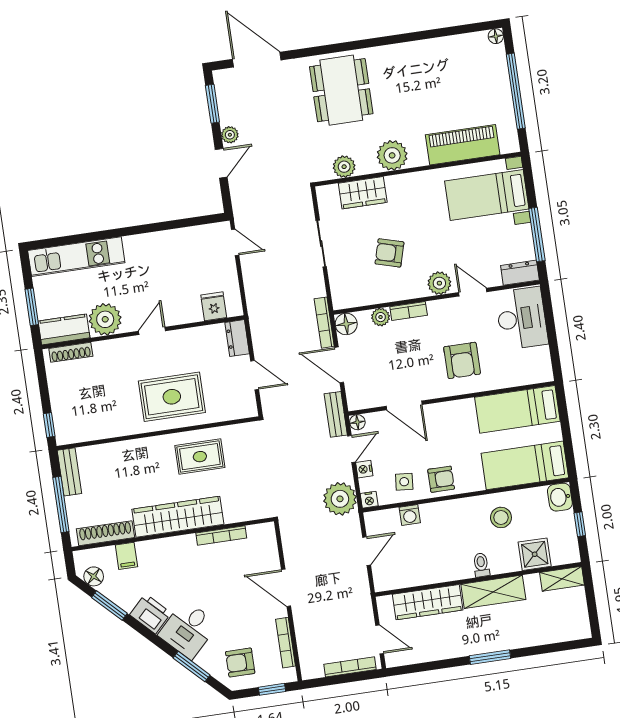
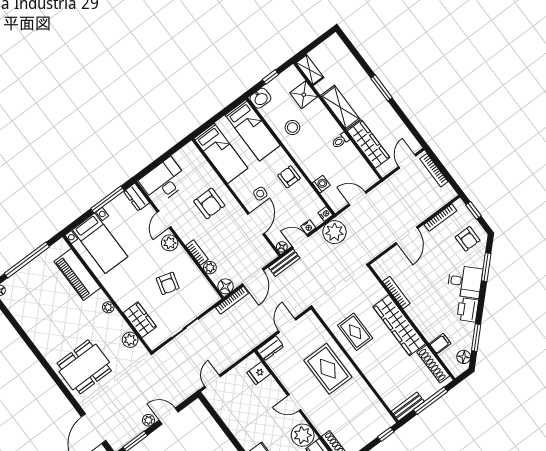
plant: (392, 155) -> (108, 307), width x0.53, depth x0.53
armchair: (462, 360) -> (209, 203), turned 90
side table: (404, 482) -> (260, 194), moved
toilet: (481, 565) -> (340, 141), moved

